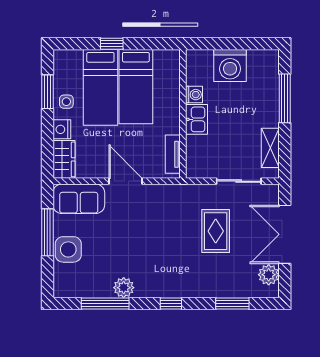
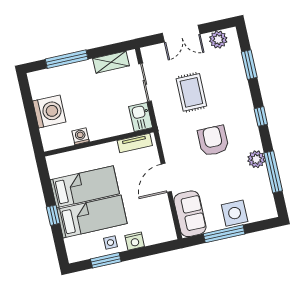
kitchen sink: (197, 119) -> (141, 117), moved, turned -90
wardrobe: (64, 159) -> (160, 234), removed
rug: (216, 231) -> (191, 92), turned 90
double door: (285, 234) -> (181, 34), width x0.73
armchair: (156, 244) -> (213, 141), added

